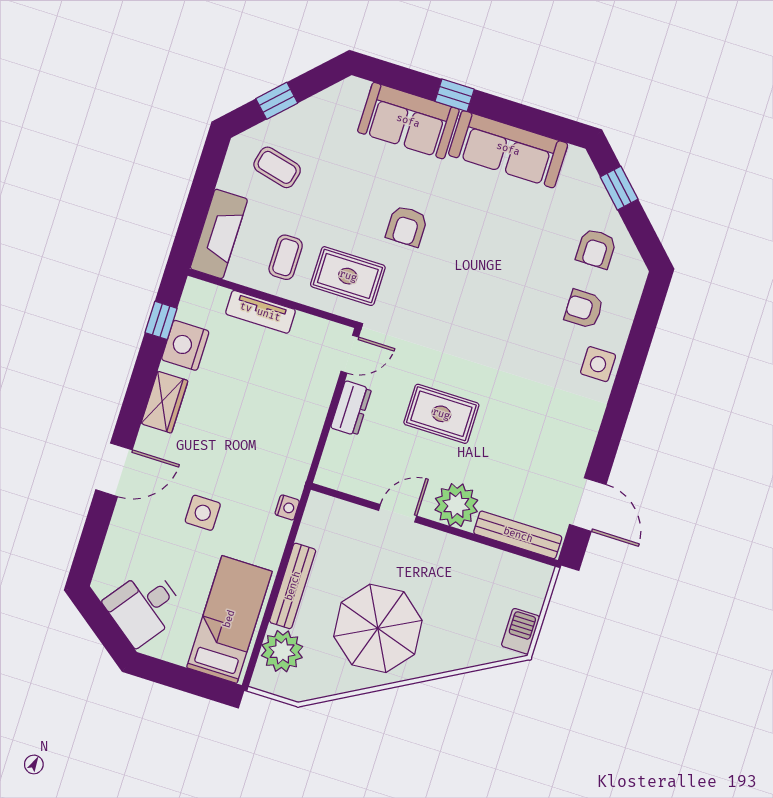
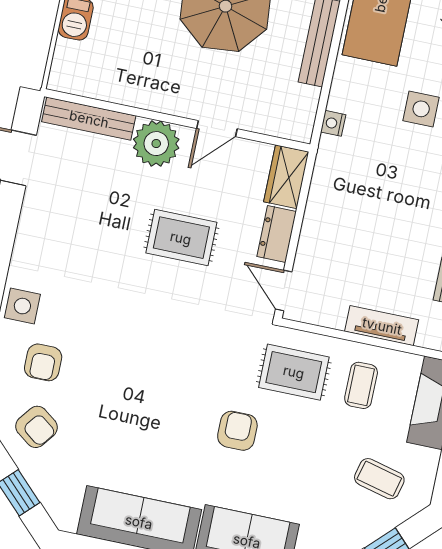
armchair: (596, 249) -> (37, 427), turned 127
armchair: (584, 309) -> (43, 362), turned 90
door: (350, 354) -> (284, 290), hinge flipped
wardrobe: (337, 461) -> (286, 177), added

